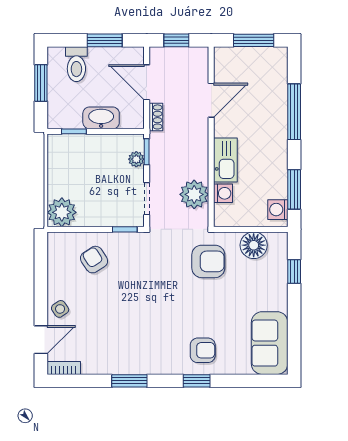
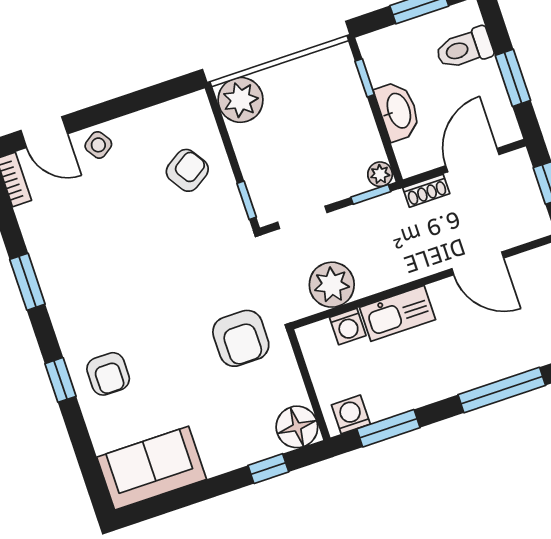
plant: (136, 159) -> (380, 174), moved
floor lamp: (254, 245) -> (297, 427), moved

